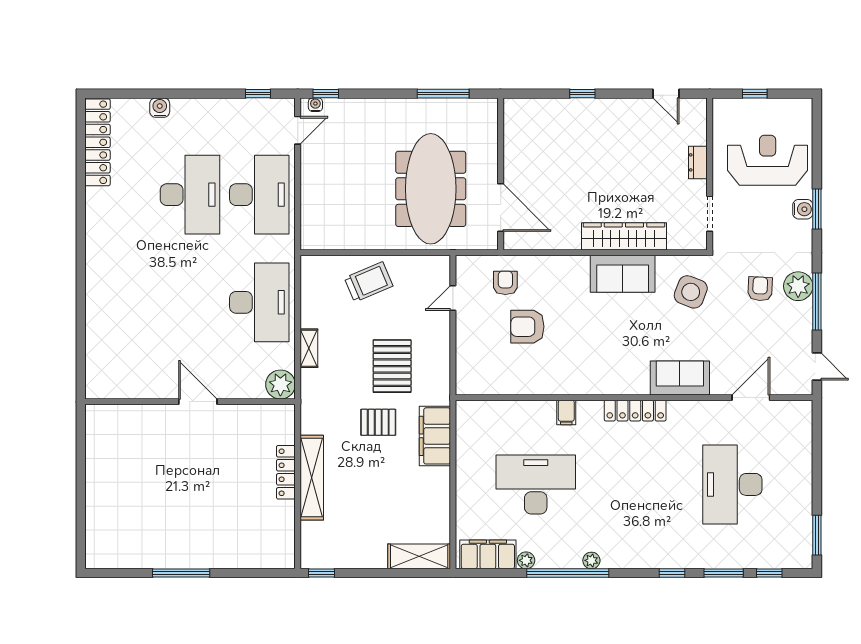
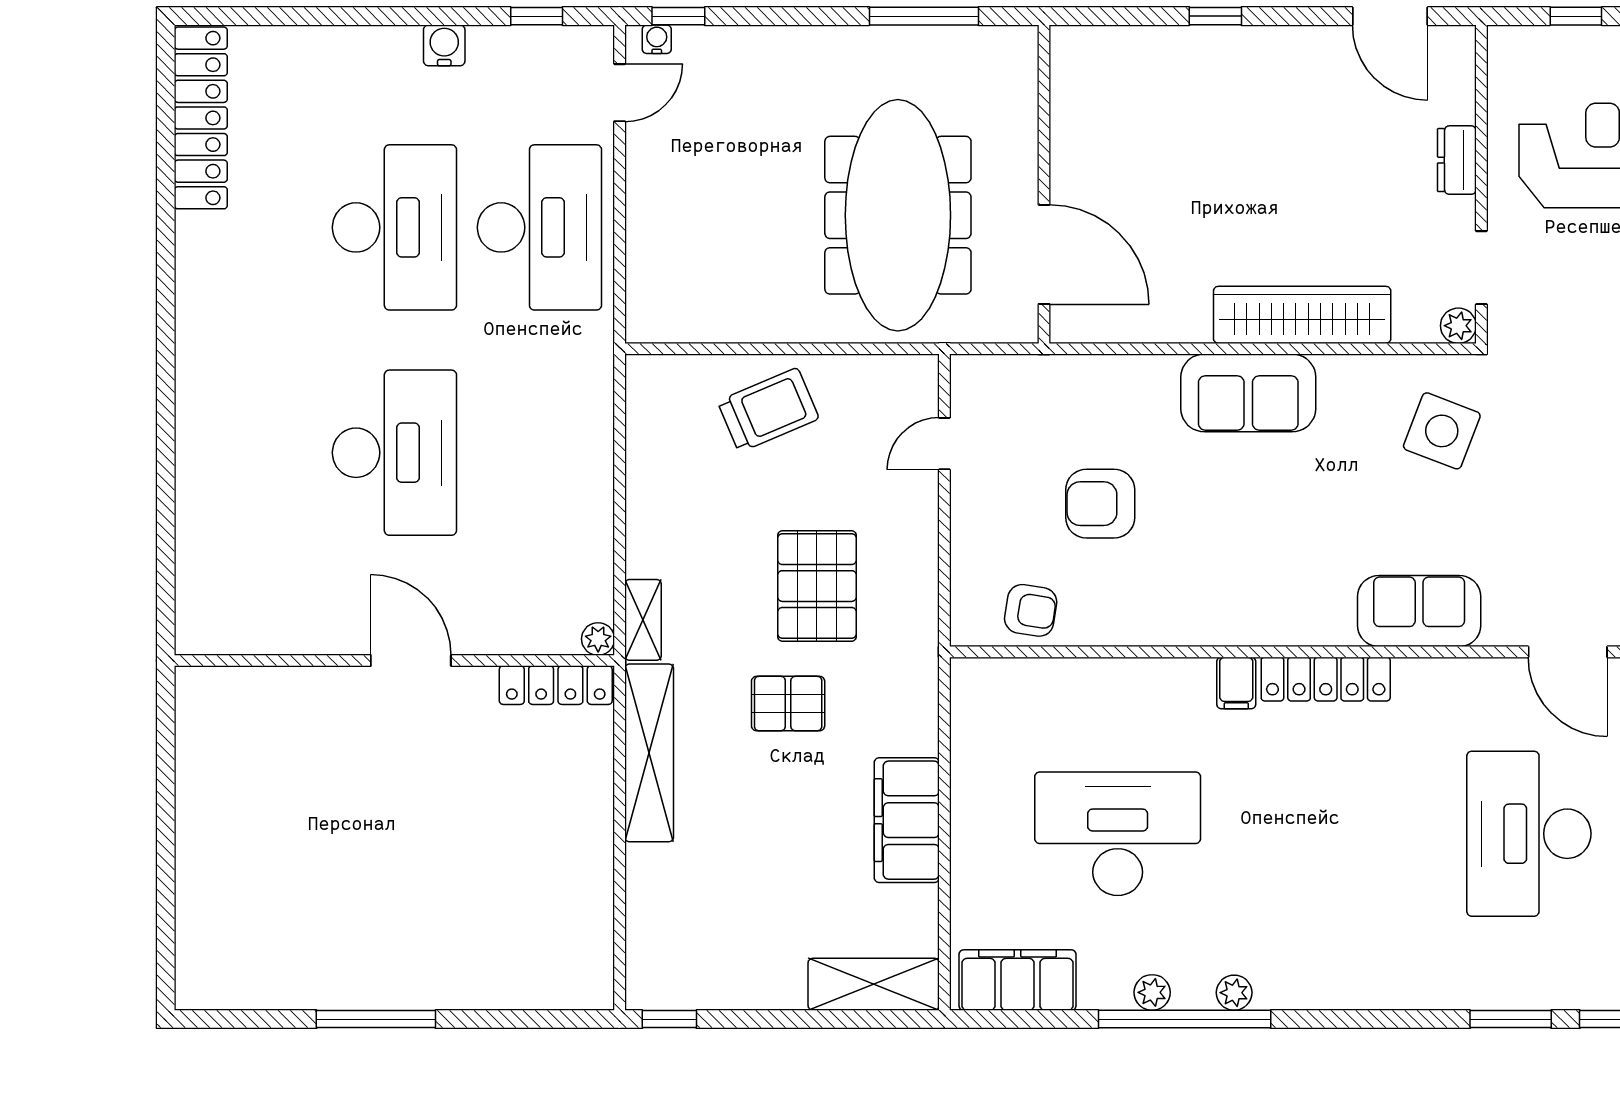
door: (666, 94) -> (1390, 16), width x1.38
water cooler: (160, 108) -> (444, 45), moved
plant: (699, 242) -> (1458, 326), added
sofa: (623, 274) -> (1248, 393), moved
armchair: (505, 283) -> (1031, 610), moved, turned 99
armchair: (760, 289) -> (1587, 424), removed
desk: (259, 302) -> (394, 453), moved
shelving: (309, 348) -> (643, 620), moved
plant: (280, 385) -> (598, 639), width x0.53, depth x0.53
door: (751, 398) -> (1568, 652), swing flipped
filing cabinet: (566, 412) -> (1236, 683), moved
filing cabinet: (435, 436) -> (907, 820), moved
locker: (286, 472) -> (556, 685), moved, turned -90
shelving: (312, 478) -> (649, 753), moved
plant: (526, 560) -> (1152, 992), moved
window: (672, 573) -> (1403, 1019), removed

